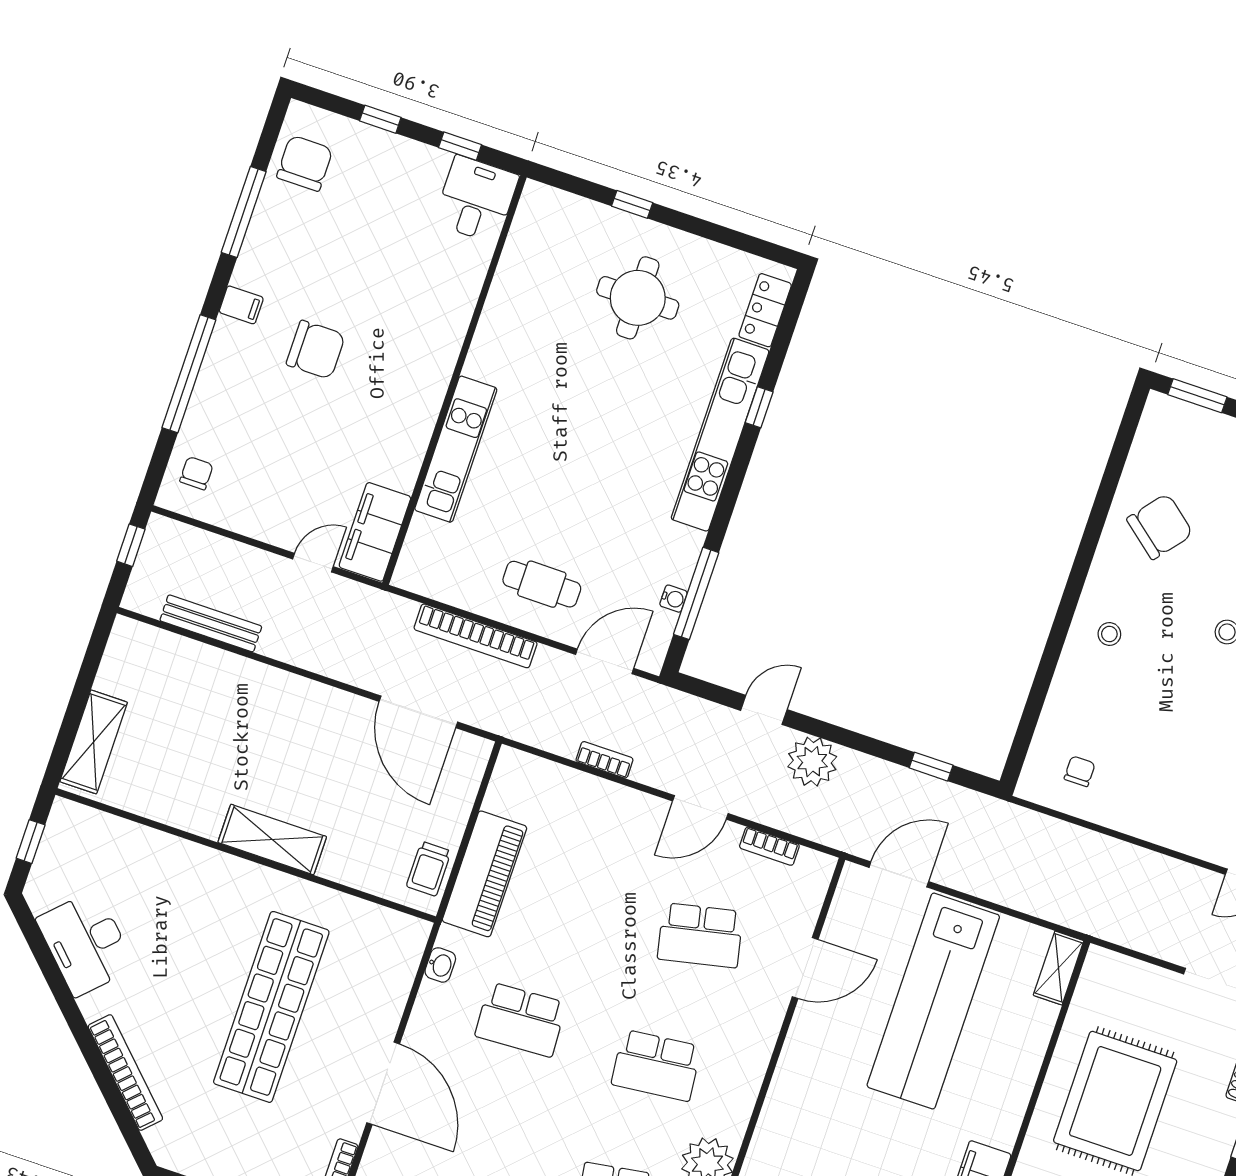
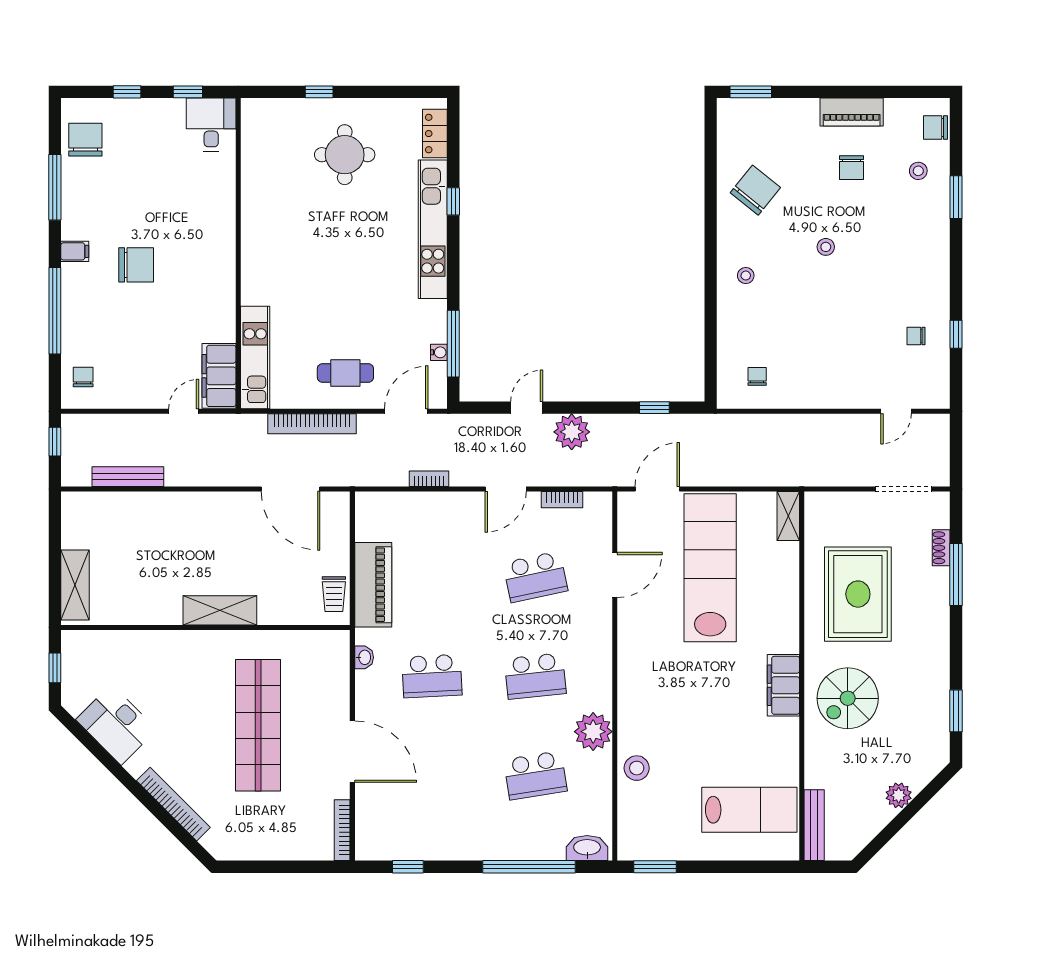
kitchen unit: (456, 449) -> (255, 357), moved
lab bench: (933, 1001) -> (710, 568), turned 180

